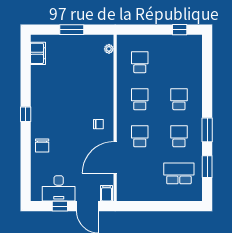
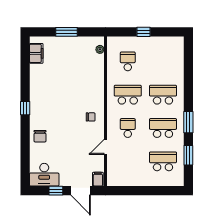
window: (180, 30) -> (144, 32), moved
school desk: (140, 99) -> (128, 95), width x1.85
school desk: (179, 99) -> (163, 95), width x1.85
school desk: (179, 136) -> (163, 128), width x1.85
door: (115, 157) -> (106, 147), width x0.53
desk: (59, 188) -> (44, 175), moved

